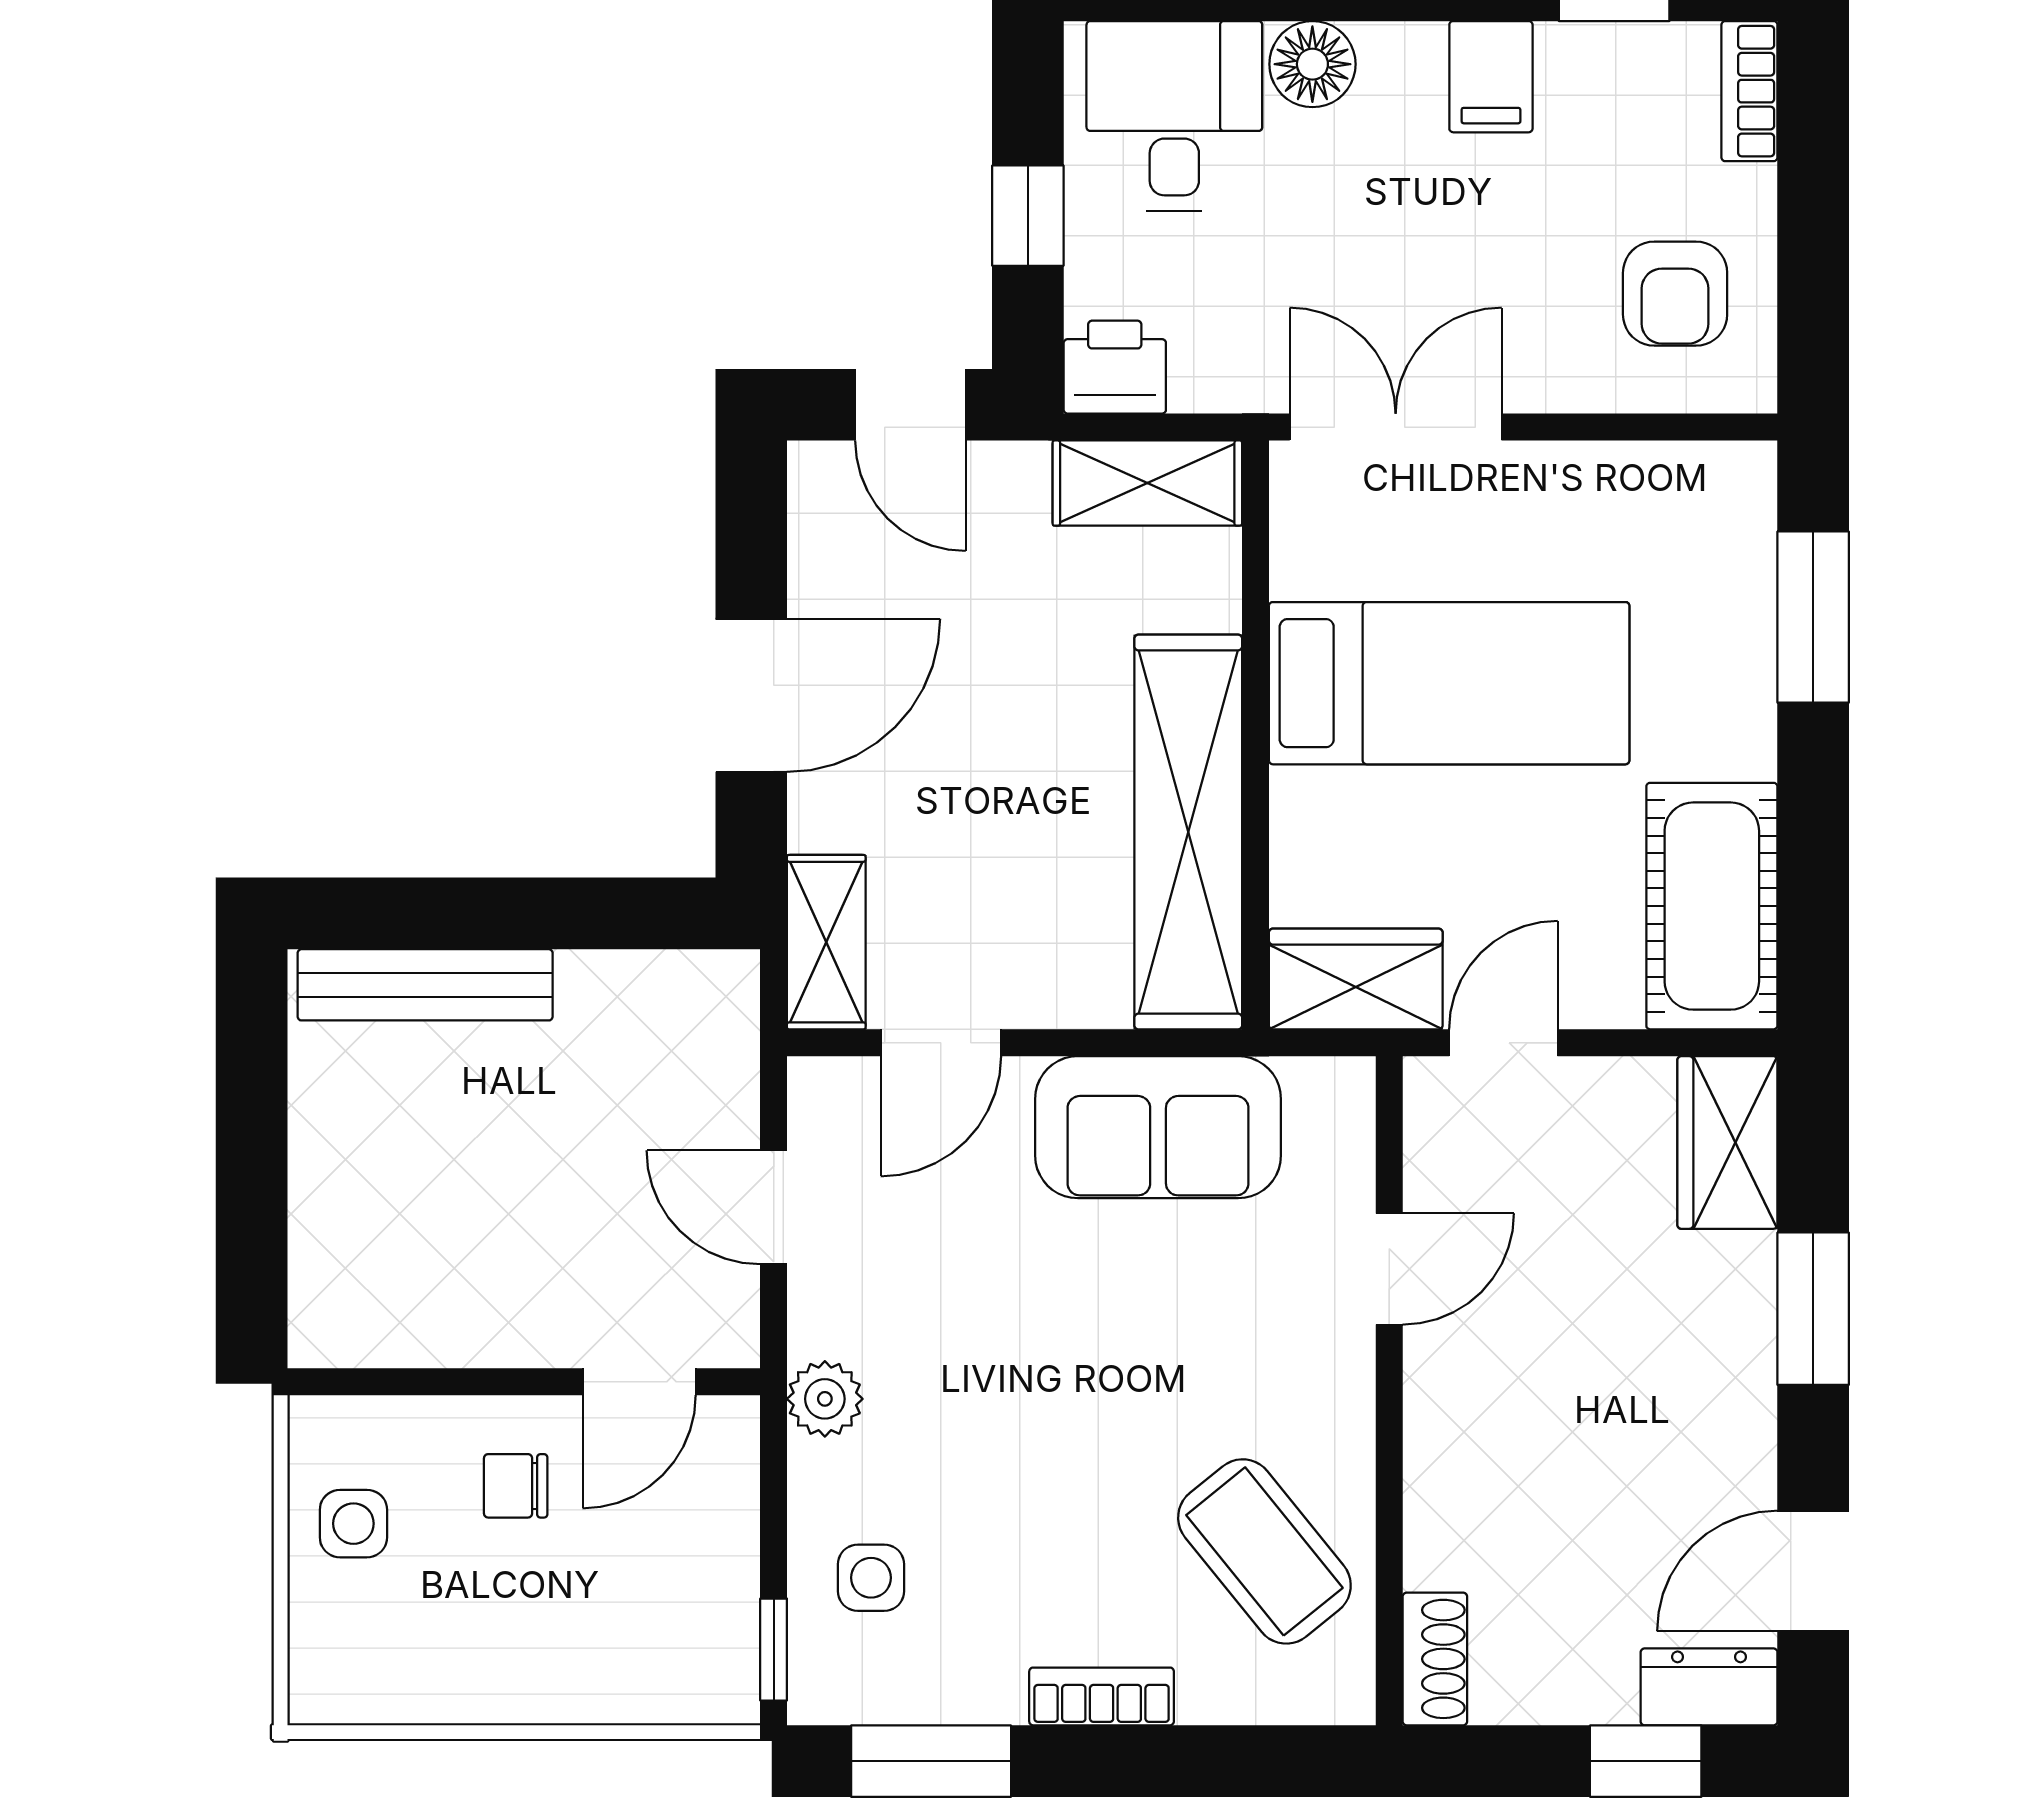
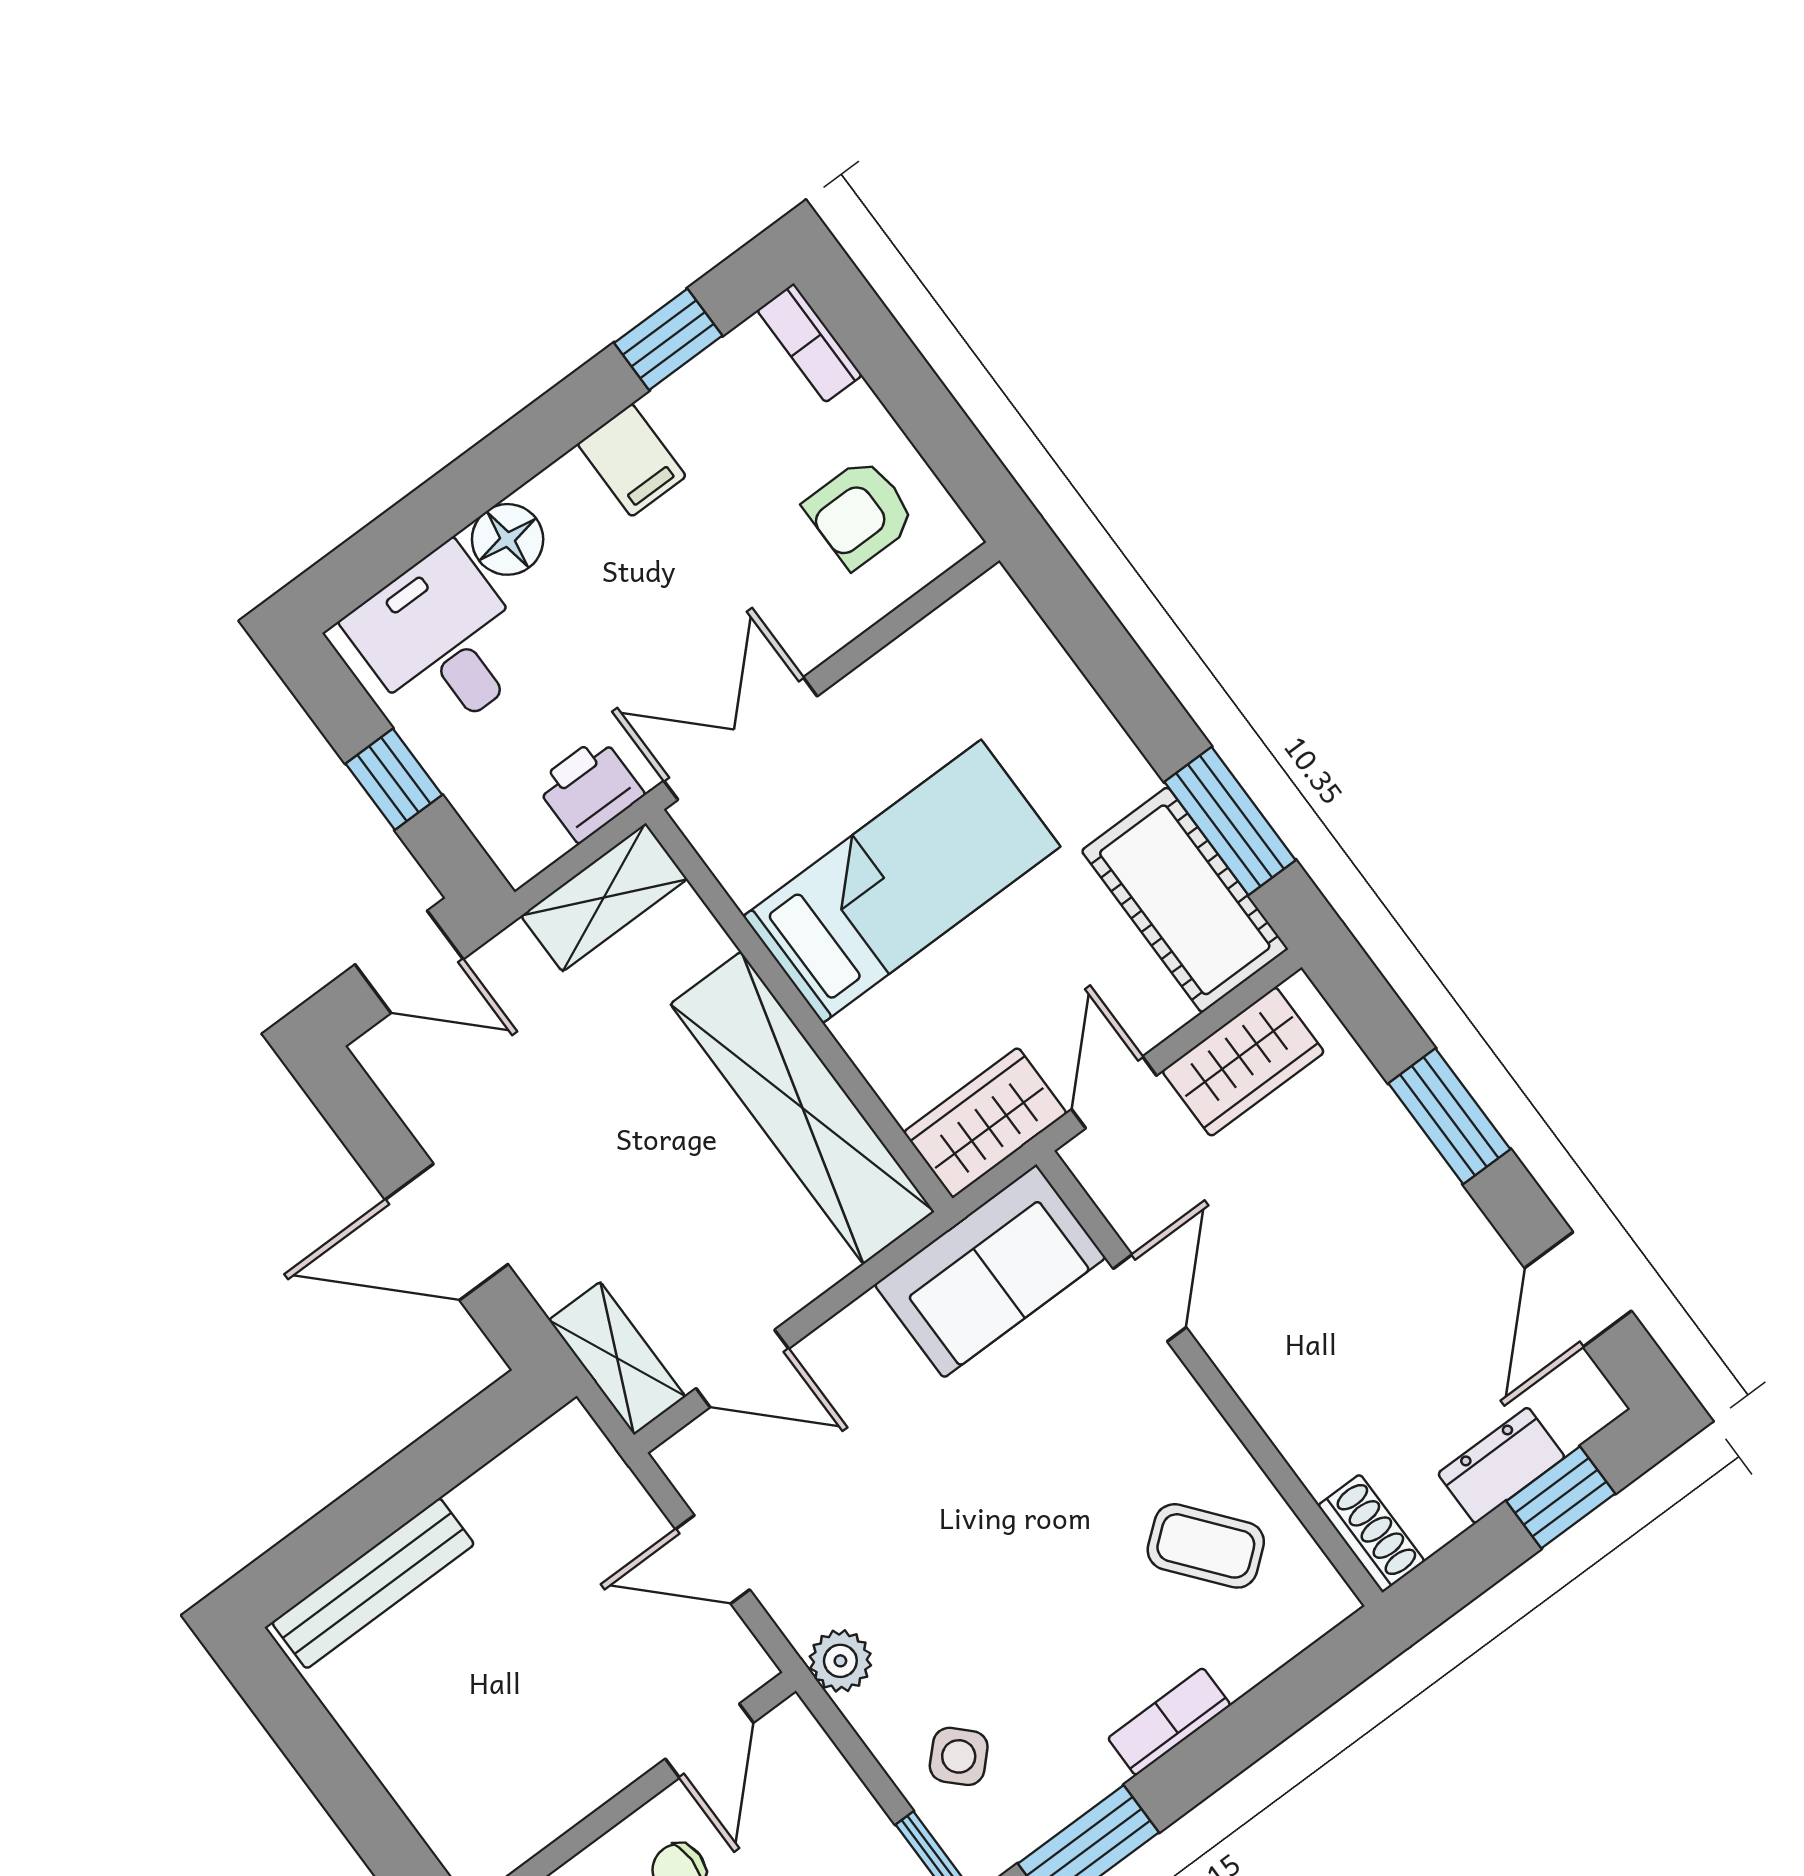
armchair: (1675, 294) -> (860, 513), turned 90
printer: (1115, 367) -> (590, 789), moved
window: (1813, 617) -> (1230, 821), moved
door: (751, 695) -> (447, 1232), swing flipped
door: (941, 1043) -> (742, 1368), hinge flipped
sofa: (1158, 1127) -> (990, 1271), moved
wardrobe: (1727, 1142) -> (1243, 1062), moved, turned -90
coffee table: (1264, 1551) -> (1206, 1546), width x0.73, depth x0.77
side table: (871, 1578) -> (959, 1756), turned 45
dresser: (1709, 1687) -> (1501, 1465), moved

